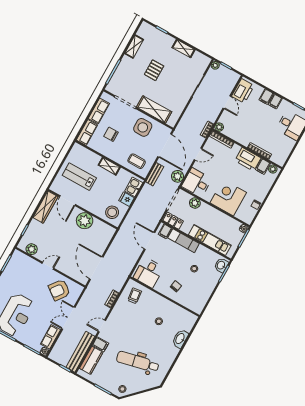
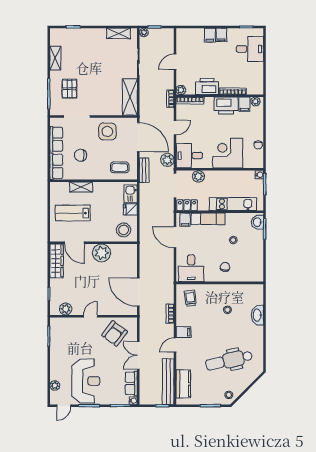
shelving: (184, 49) -> (119, 33), moved
pallet: (154, 70) -> (69, 89), moved
printer: (243, 91) -> (207, 86), moved, turned -90
door: (227, 102) -> (175, 62), swing flipped
shelving: (154, 109) -> (130, 97), moved, turned 90
shelving: (109, 166) -> (81, 187), moved
filing cabinet: (101, 344) -> (184, 332), moved

